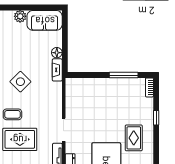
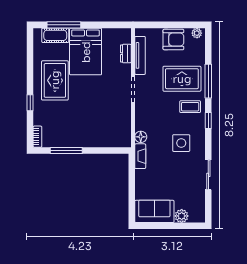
floor lamp: (57, 53) -> (141, 137), moved
side table: (20, 82) -> (181, 143), turned 45
rug: (134, 138) -> (55, 80), width x1.36, depth x1.43

